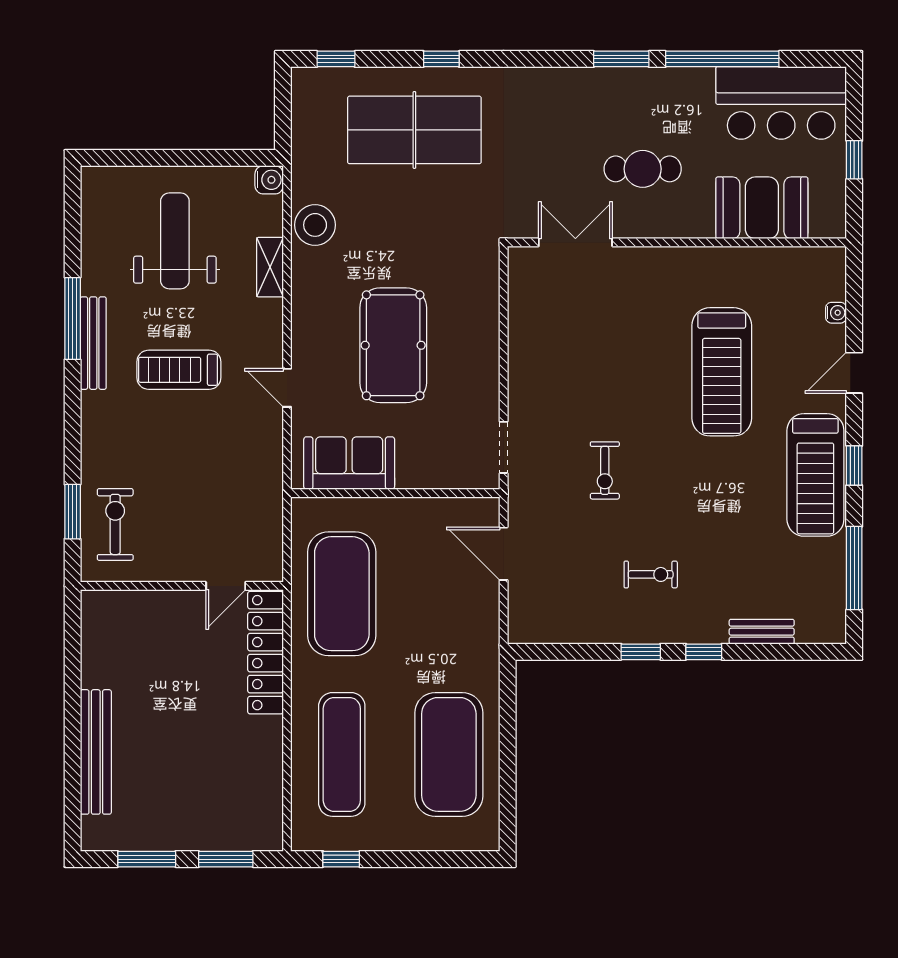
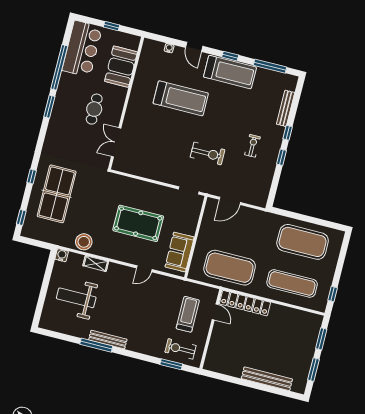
treadmill: (179, 370) -> (188, 314), moved, turned 180
exercise bike: (605, 470) -> (208, 153), width x1.38, depth x1.39
bench: (762, 632) -> (286, 108), width x1.36

